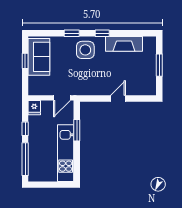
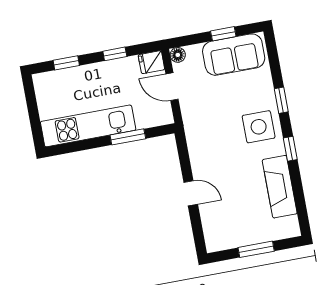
floor lamp: (33, 91) -> (178, 55), added
door: (62, 98) -> (172, 87), moved
window: (25, 159) -> (66, 63), width x0.46

